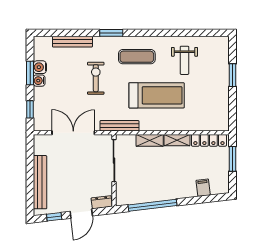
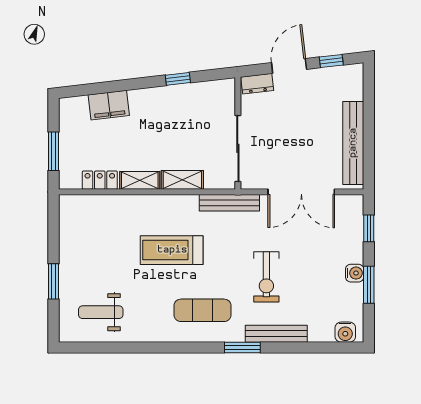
bench: (72, 42) -> (276, 334), moved
weight bench: (184, 60) -> (101, 312), moved, turned -90
water cooler: (40, 67) -> (345, 332), moved, turned 90
treadmill: (157, 95) -> (172, 250), width x0.73, depth x0.73
locker: (209, 140) -> (100, 180), width x0.66
bench: (40, 182) -> (353, 143), moved
filing cabinet: (203, 188) -> (109, 105), width x2.00
window: (153, 205) -> (178, 79), width x0.32

